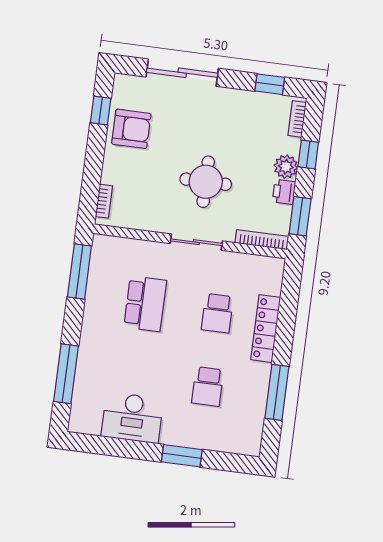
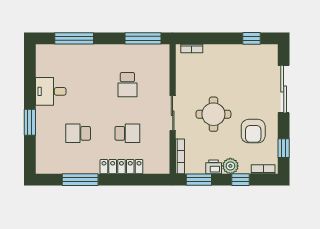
armchair: (131, 129) -> (253, 131), moved
school desk: (145, 304) -> (127, 85), width x0.54
school desk: (217, 313) -> (127, 133), turned 180
desk: (132, 418) -> (51, 91), width x0.73

